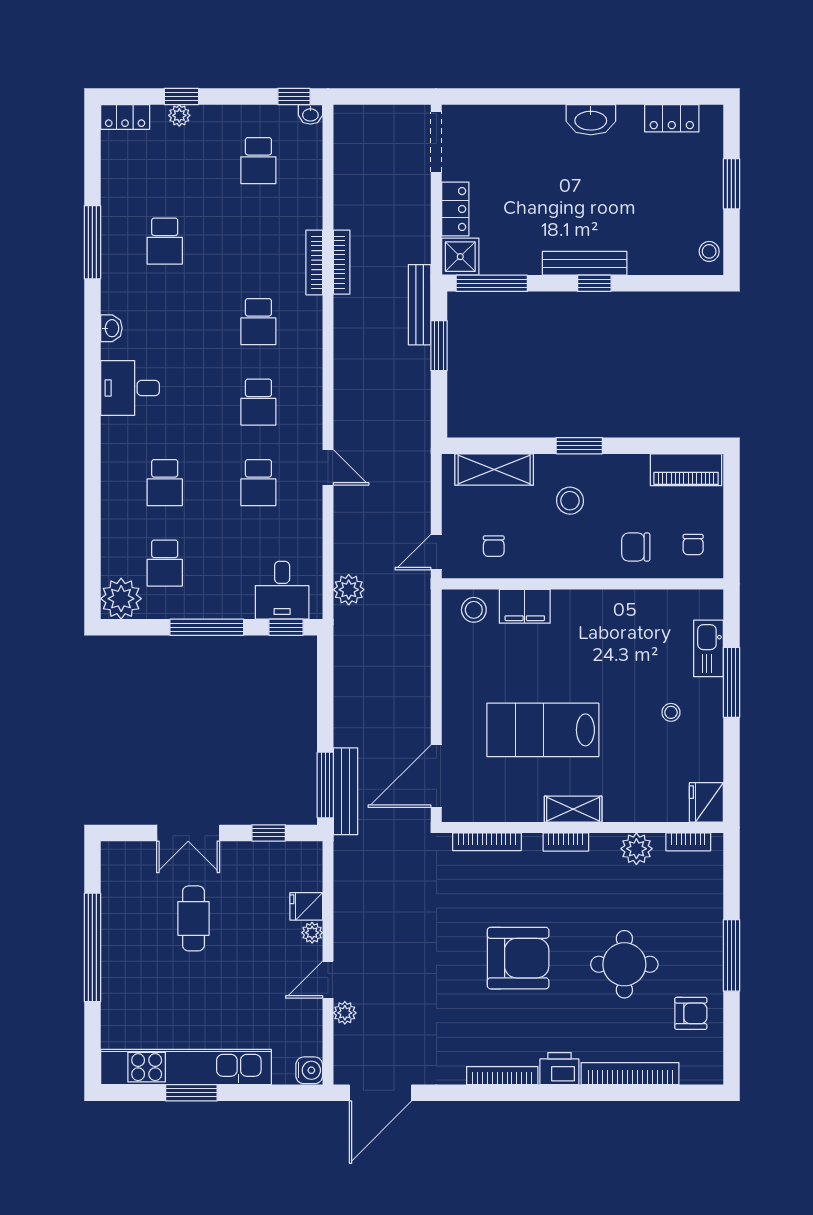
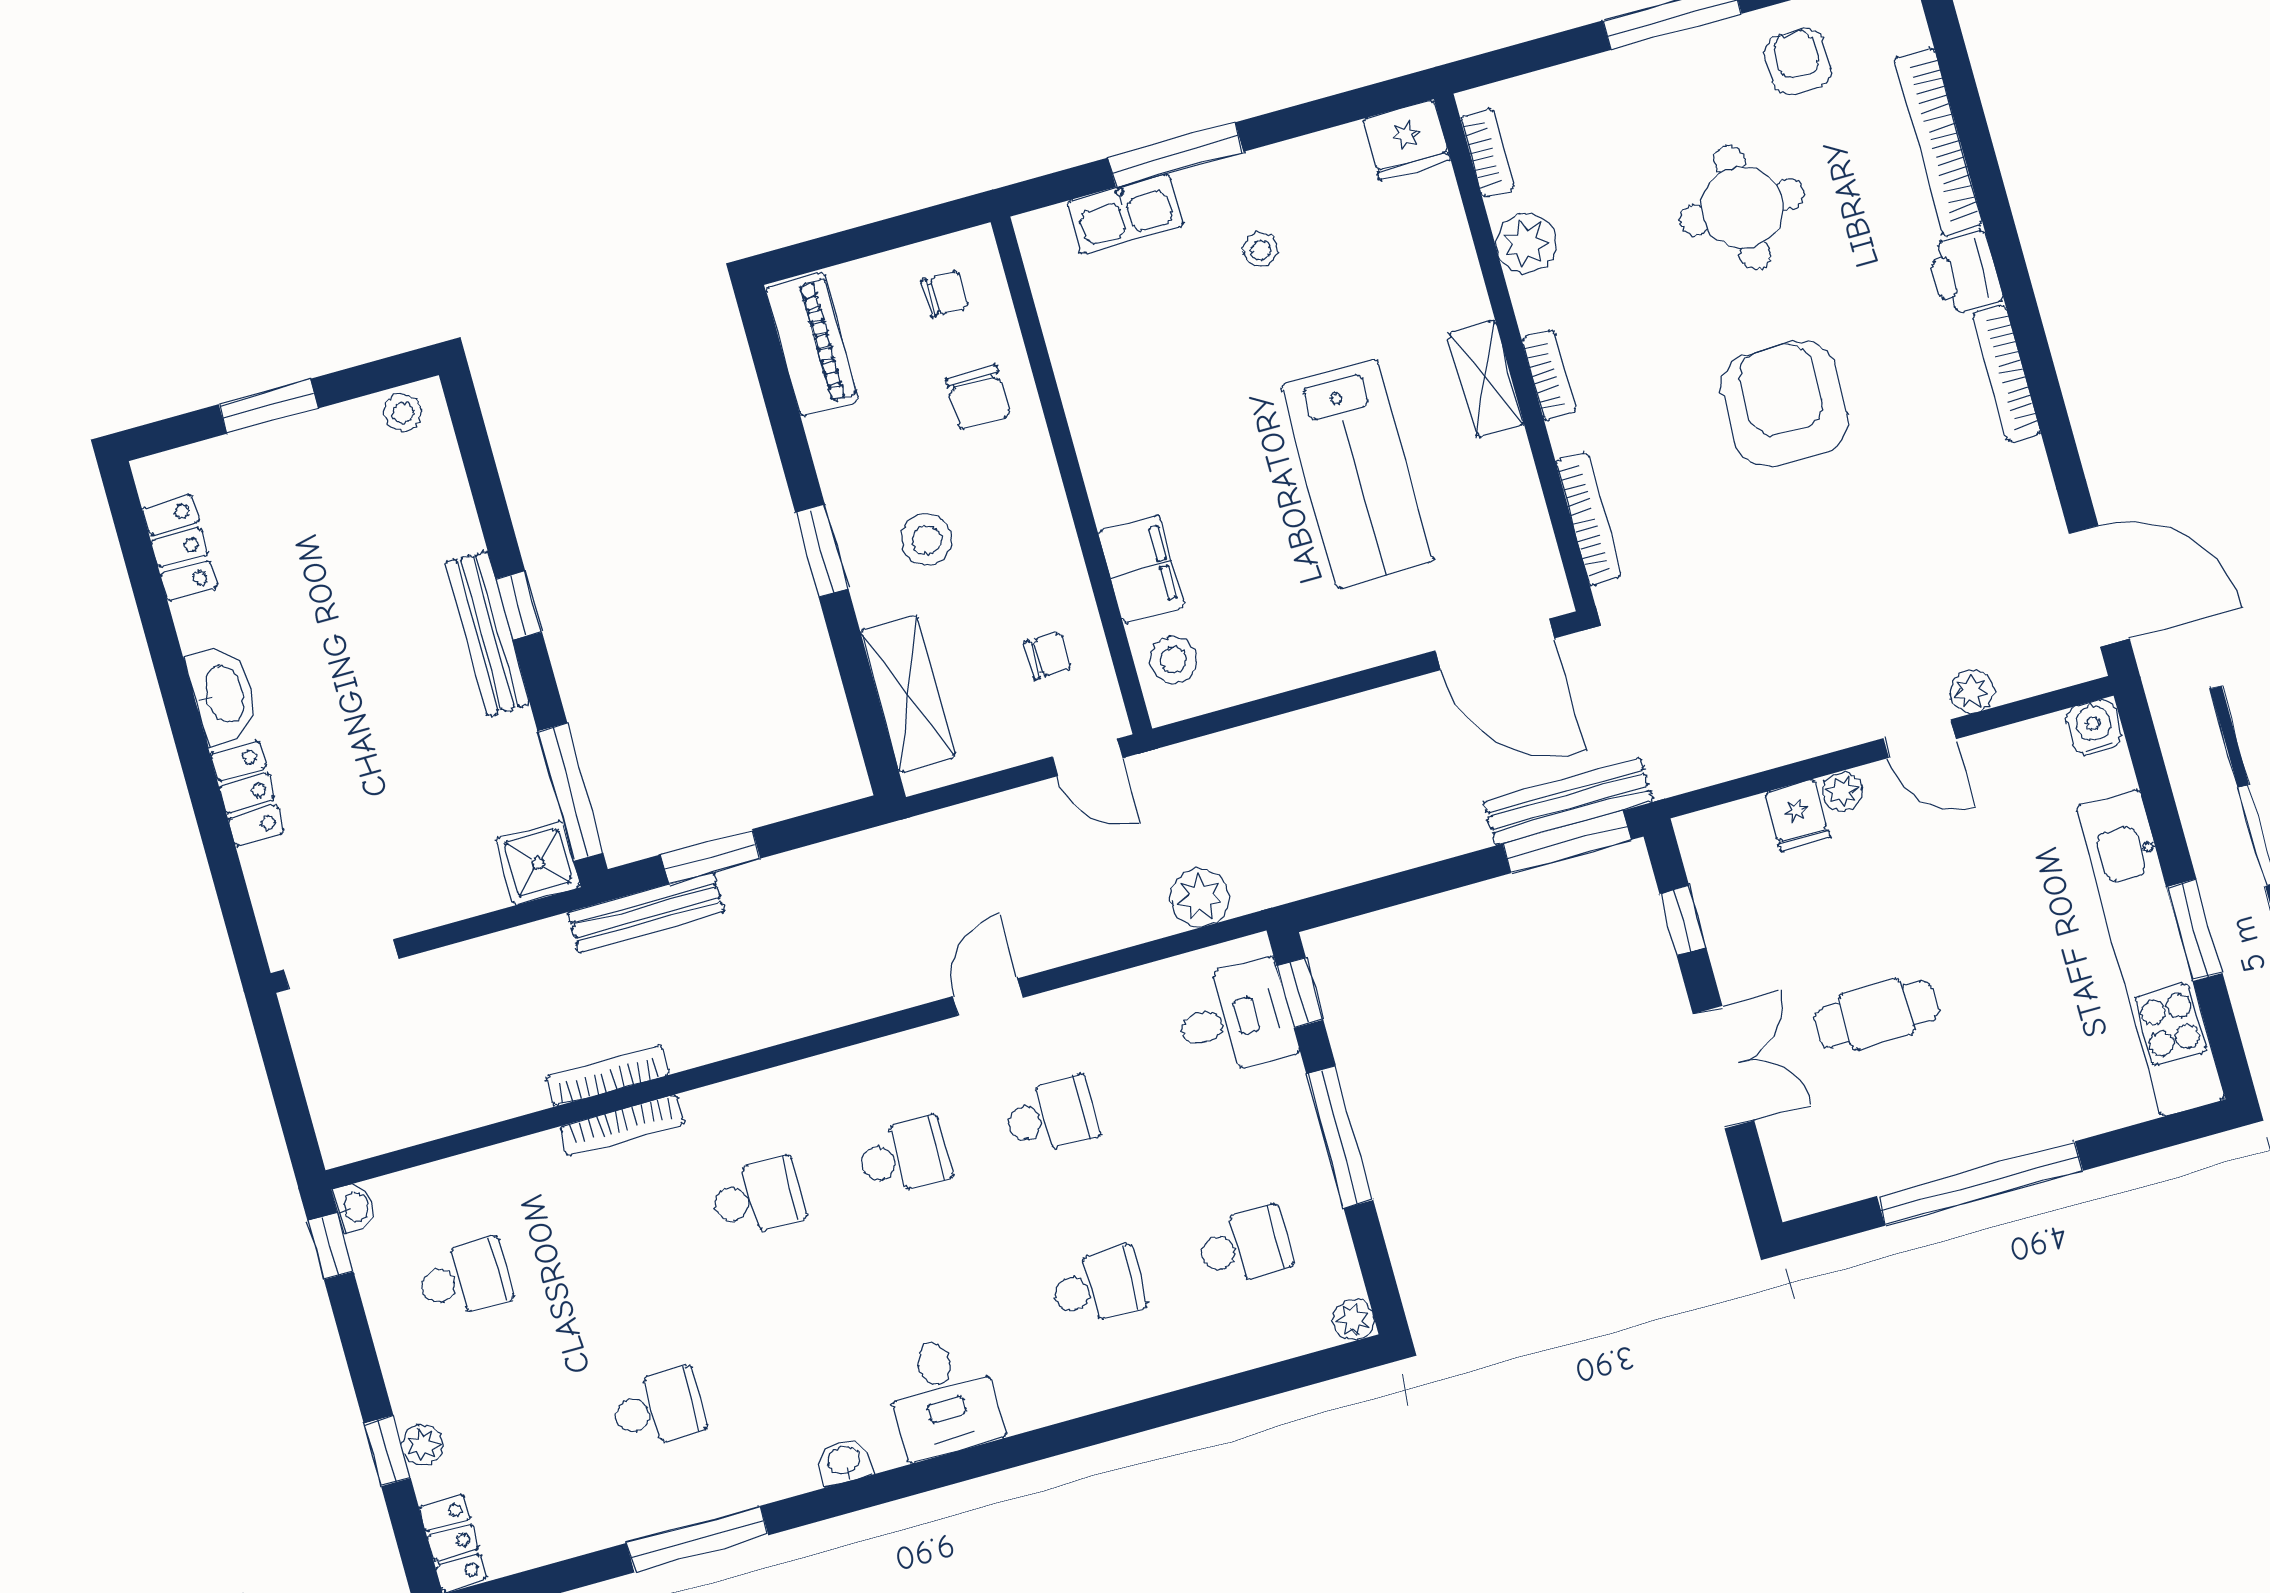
locker: (455, 209) -> (247, 793), moved, turned 90
plant: (121, 599) -> (1353, 1320), width x0.53, depth x0.53

